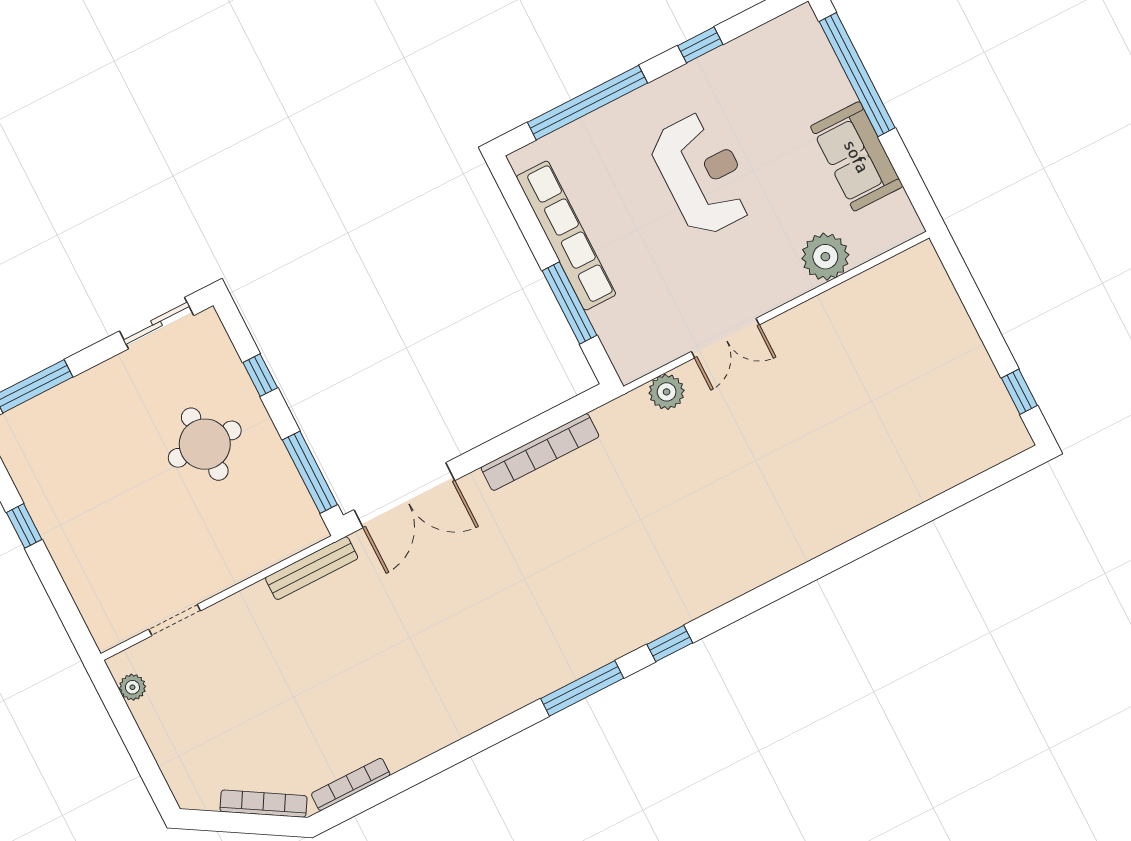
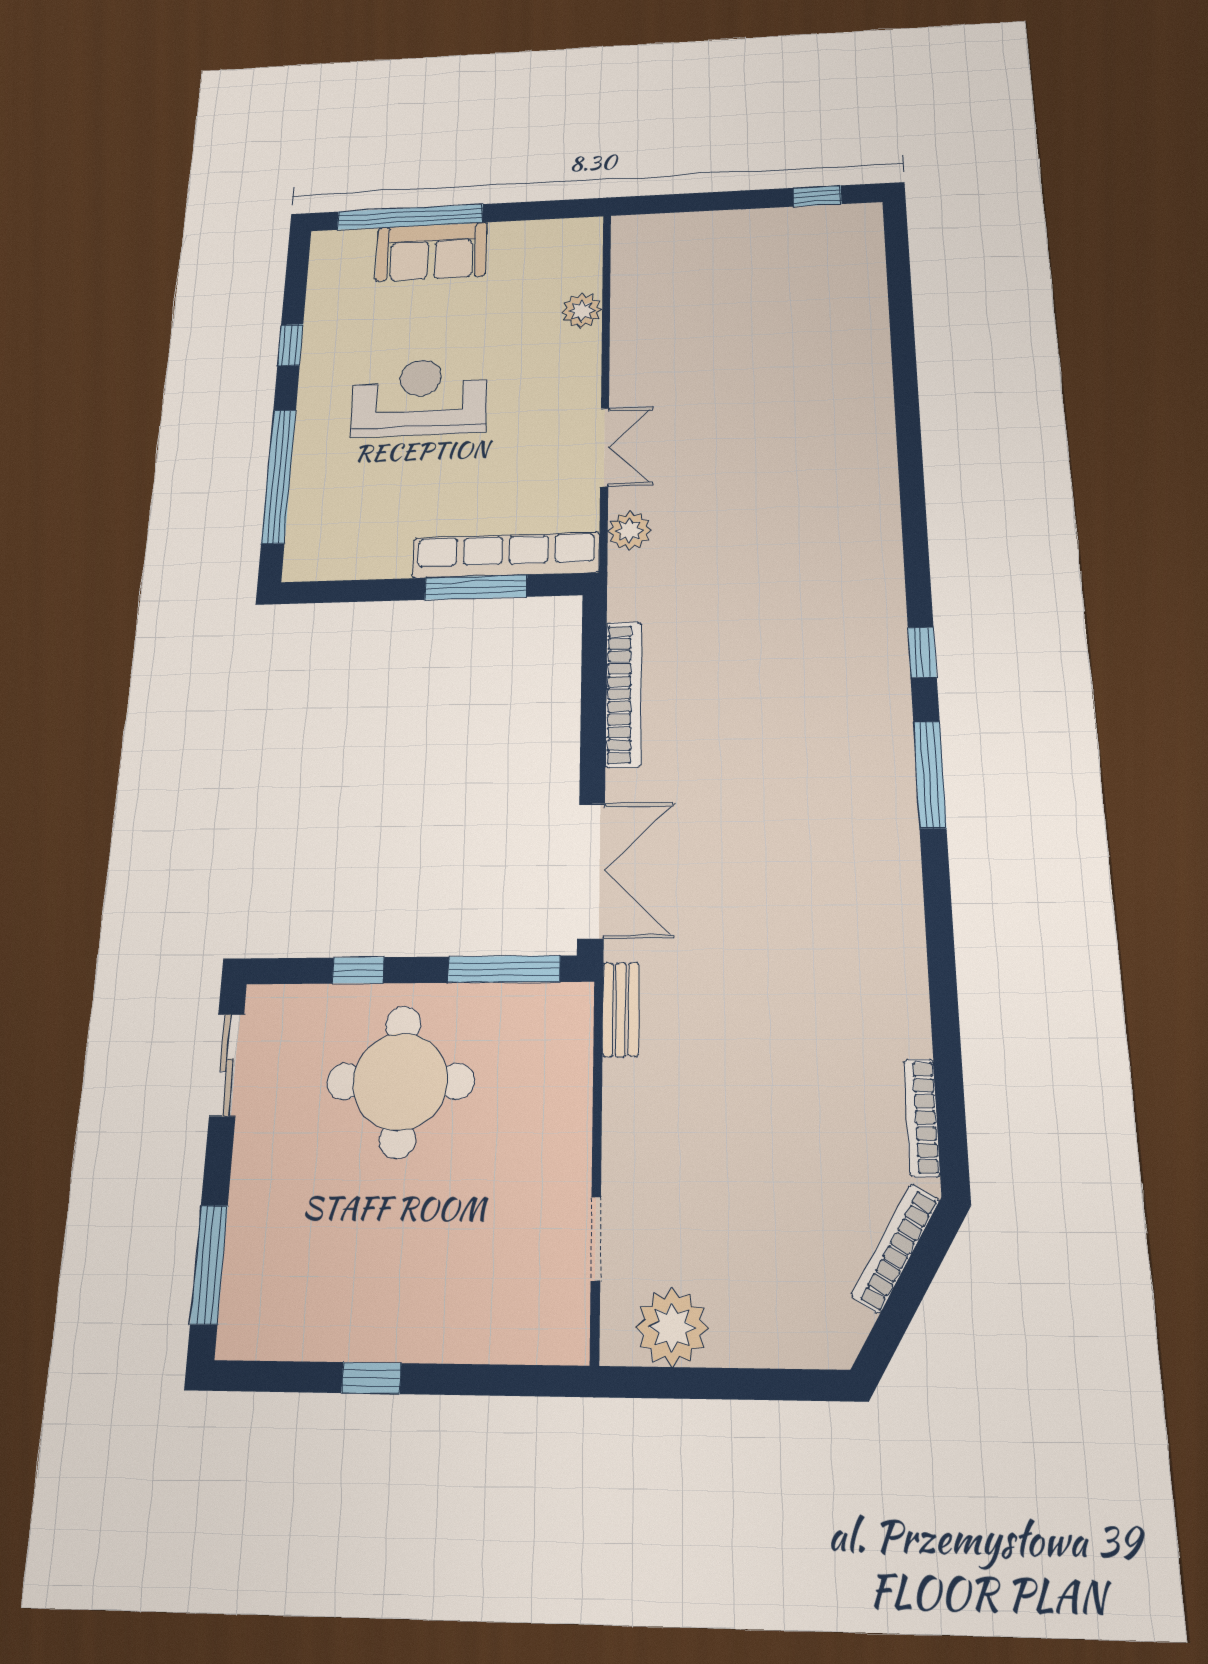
sofa: (857, 156) -> (431, 252), moved
row of seats: (566, 236) -> (506, 555), moved
plant: (825, 257) -> (582, 311), width x0.73, depth x0.73
round table: (205, 444) -> (400, 1081), width x1.36, depth x1.36
bench: (312, 568) -> (621, 1009), width x0.73
plant: (132, 687) -> (672, 1327), width x1.87, depth x1.87

